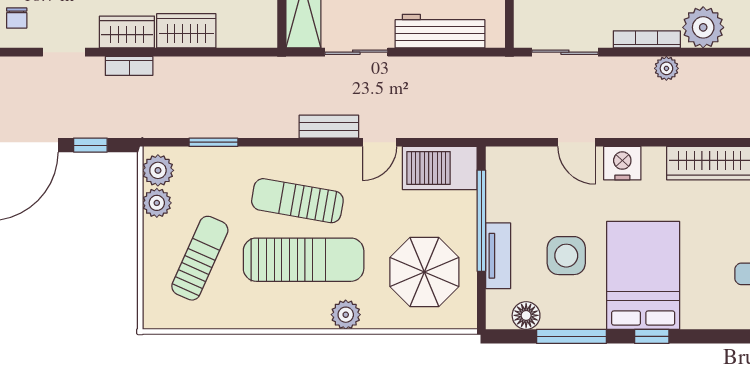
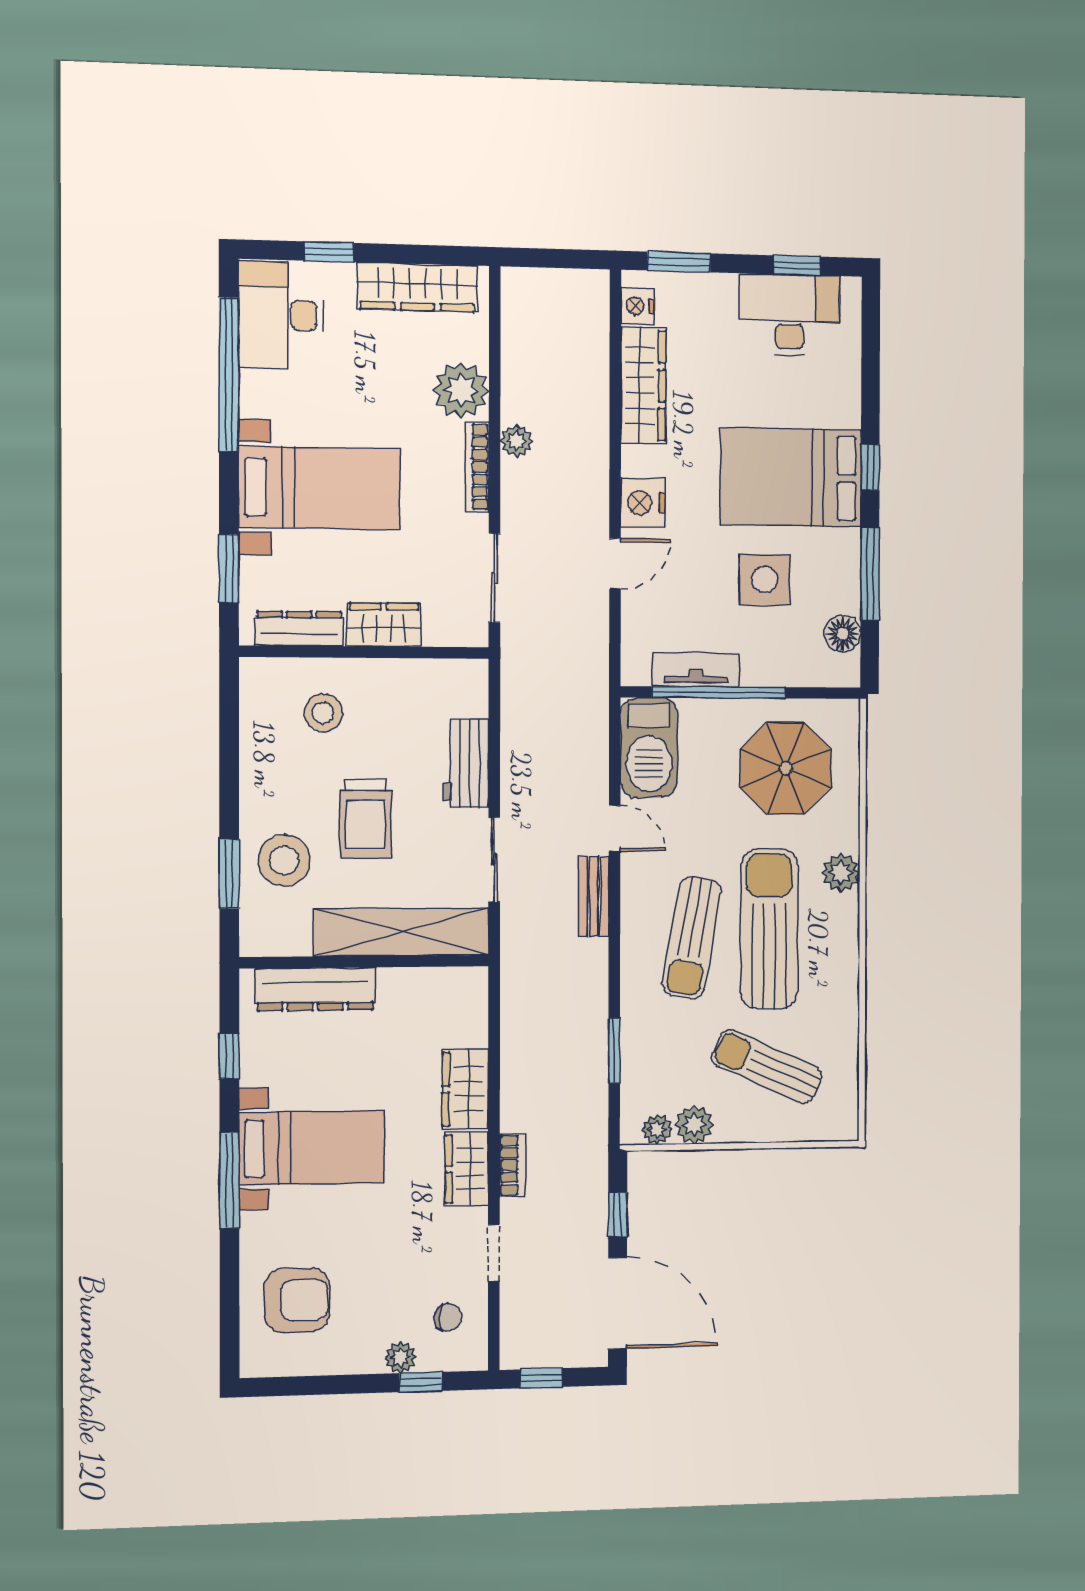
workbench: (440, 31) -> (466, 763), width x0.73
plant: (158, 170) -> (657, 1129), width x0.73, depth x0.73
tv unit: (498, 256) -> (696, 670), moved

